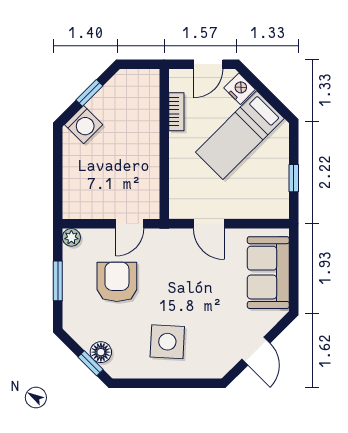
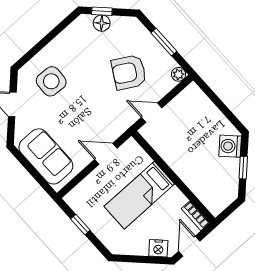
bookcase: (176, 112) -> (195, 216), moved
bed: (240, 135) -> (139, 195), moved, turned -135
door: (130, 224) -> (152, 113), hinge flipped
armchair: (117, 282) -> (129, 72), turned 120
side table: (167, 342) -> (51, 81), moved

